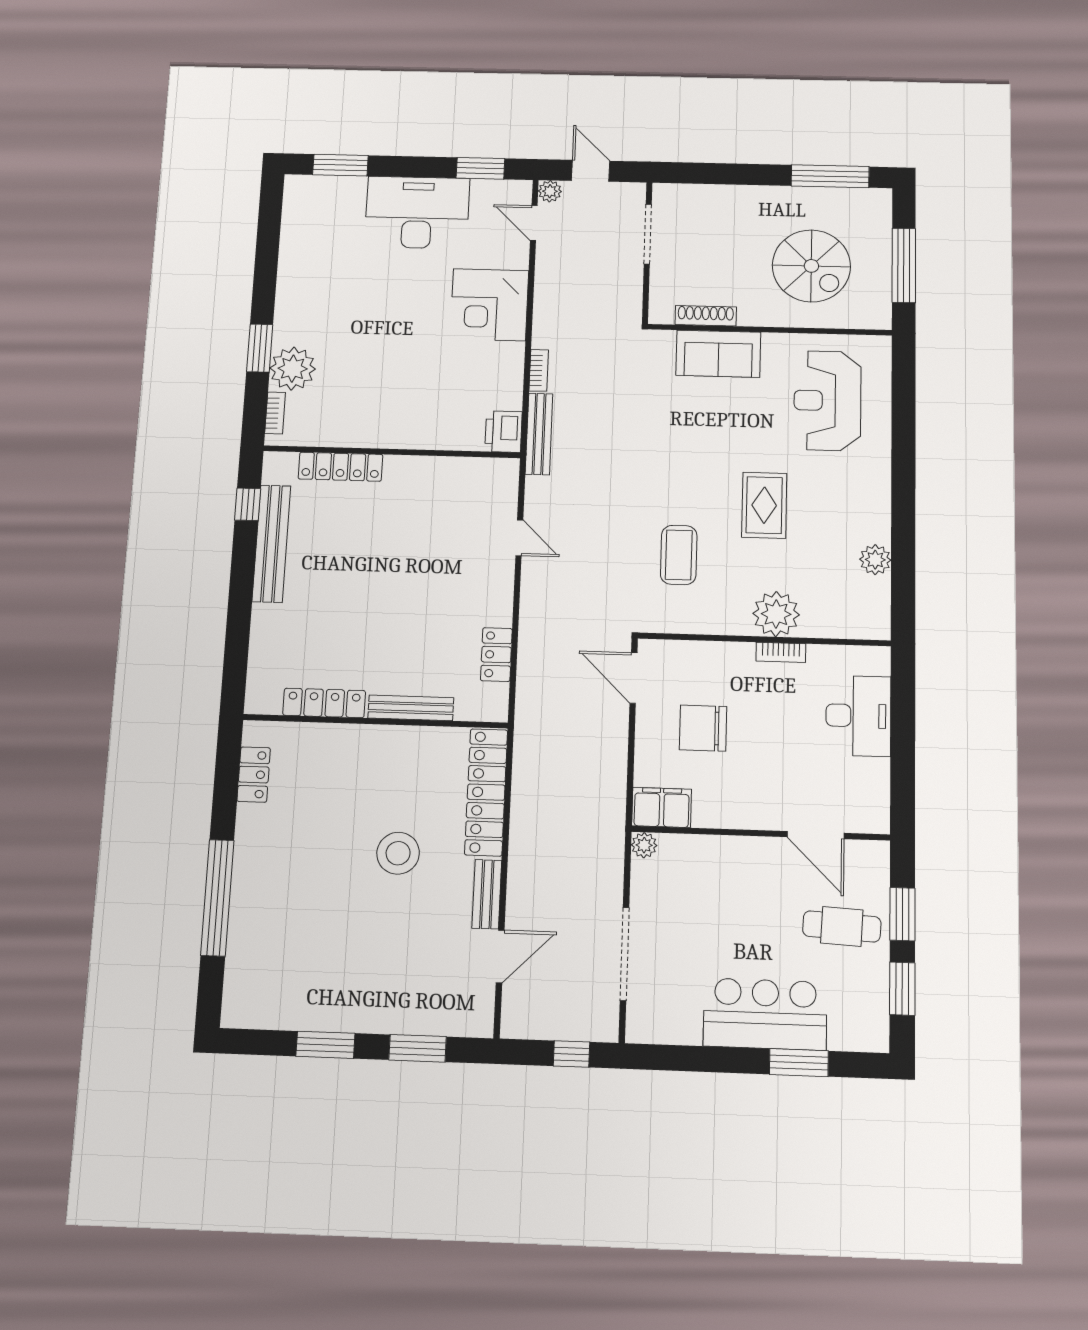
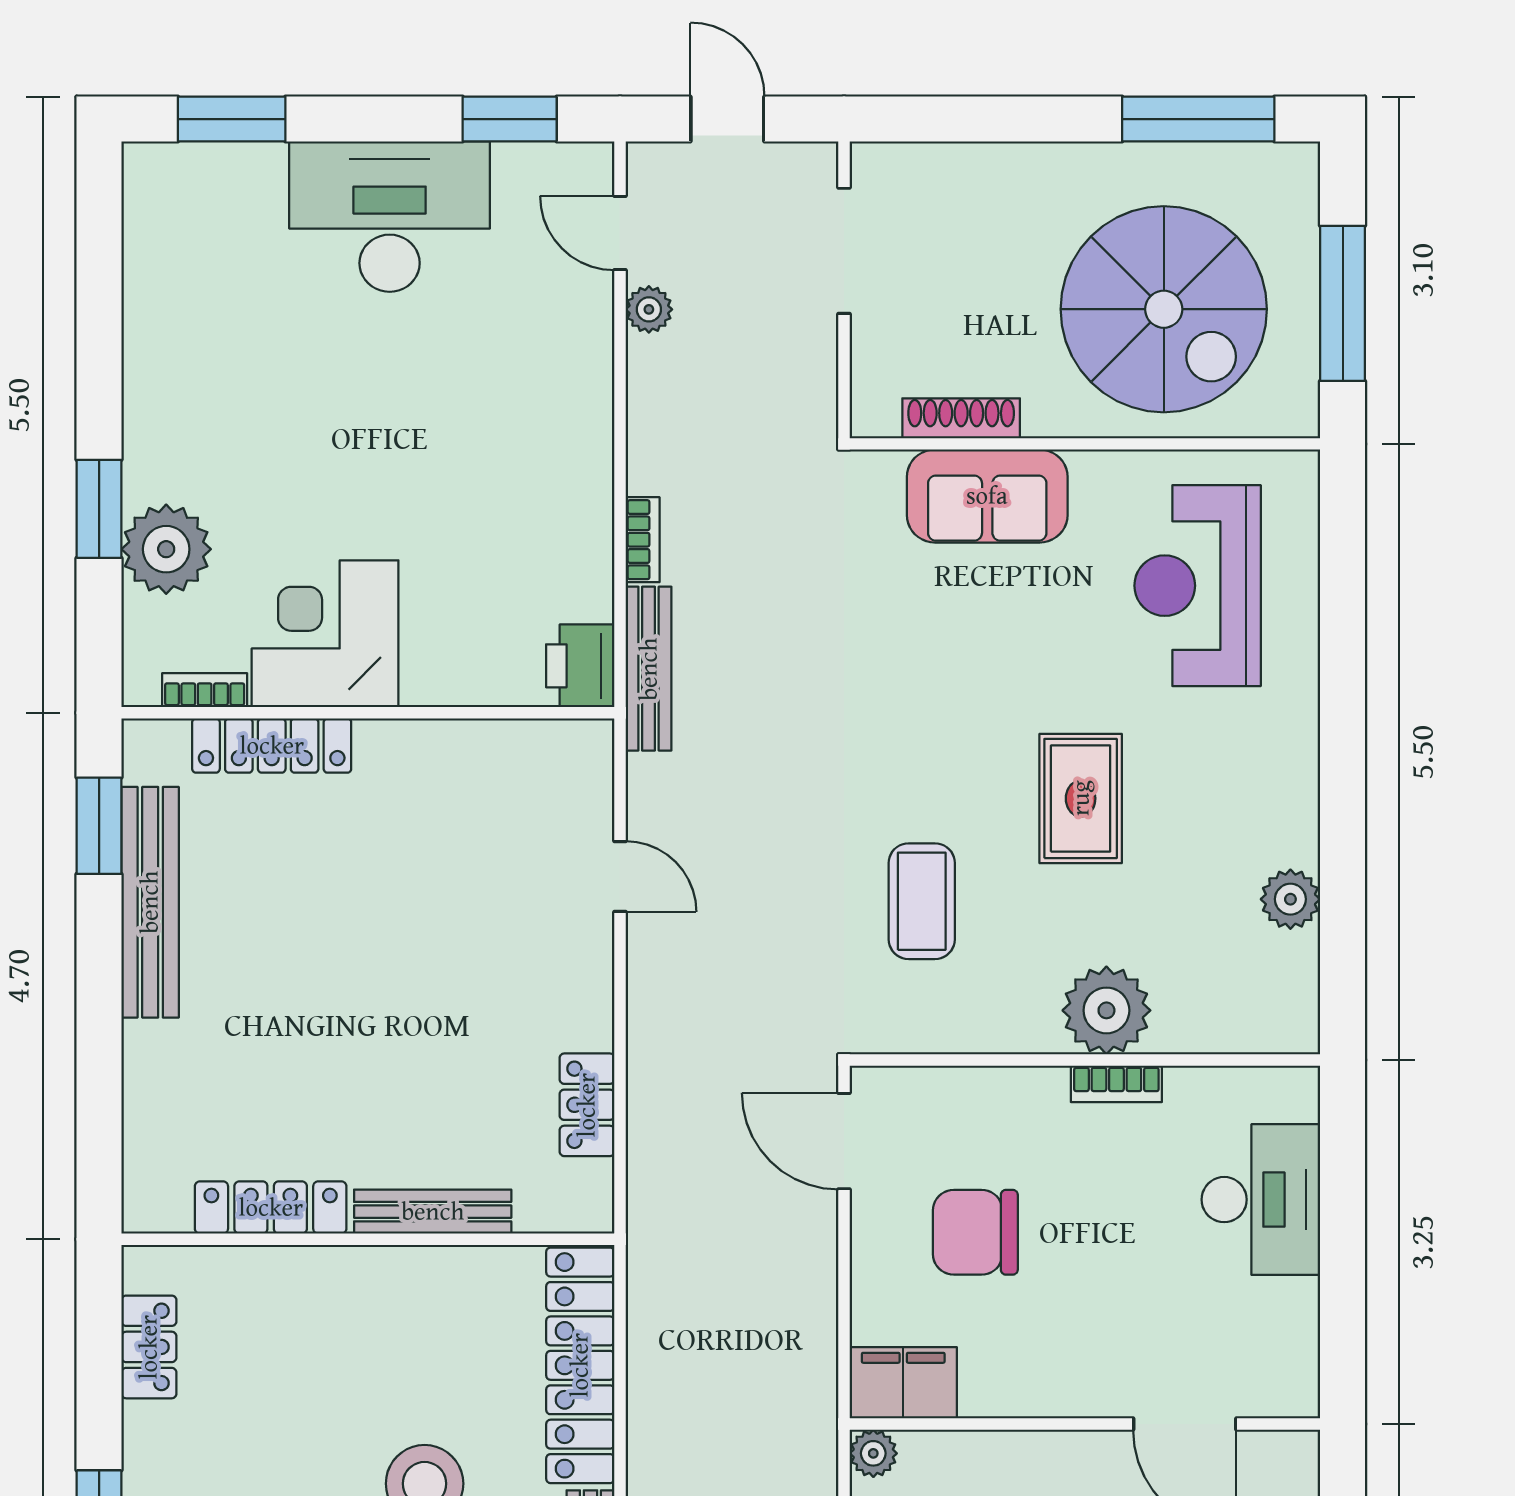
plant: (550, 191) -> (649, 309), moved
spiral stairs: (811, 266) -> (1164, 309), width x1.37, depth x1.37
corner desk: (489, 305) -> (325, 634), moved, turned 90
bookcase: (275, 413) -> (205, 690), moved, turned -90
window: (248, 504) -> (99, 826), width x1.50

